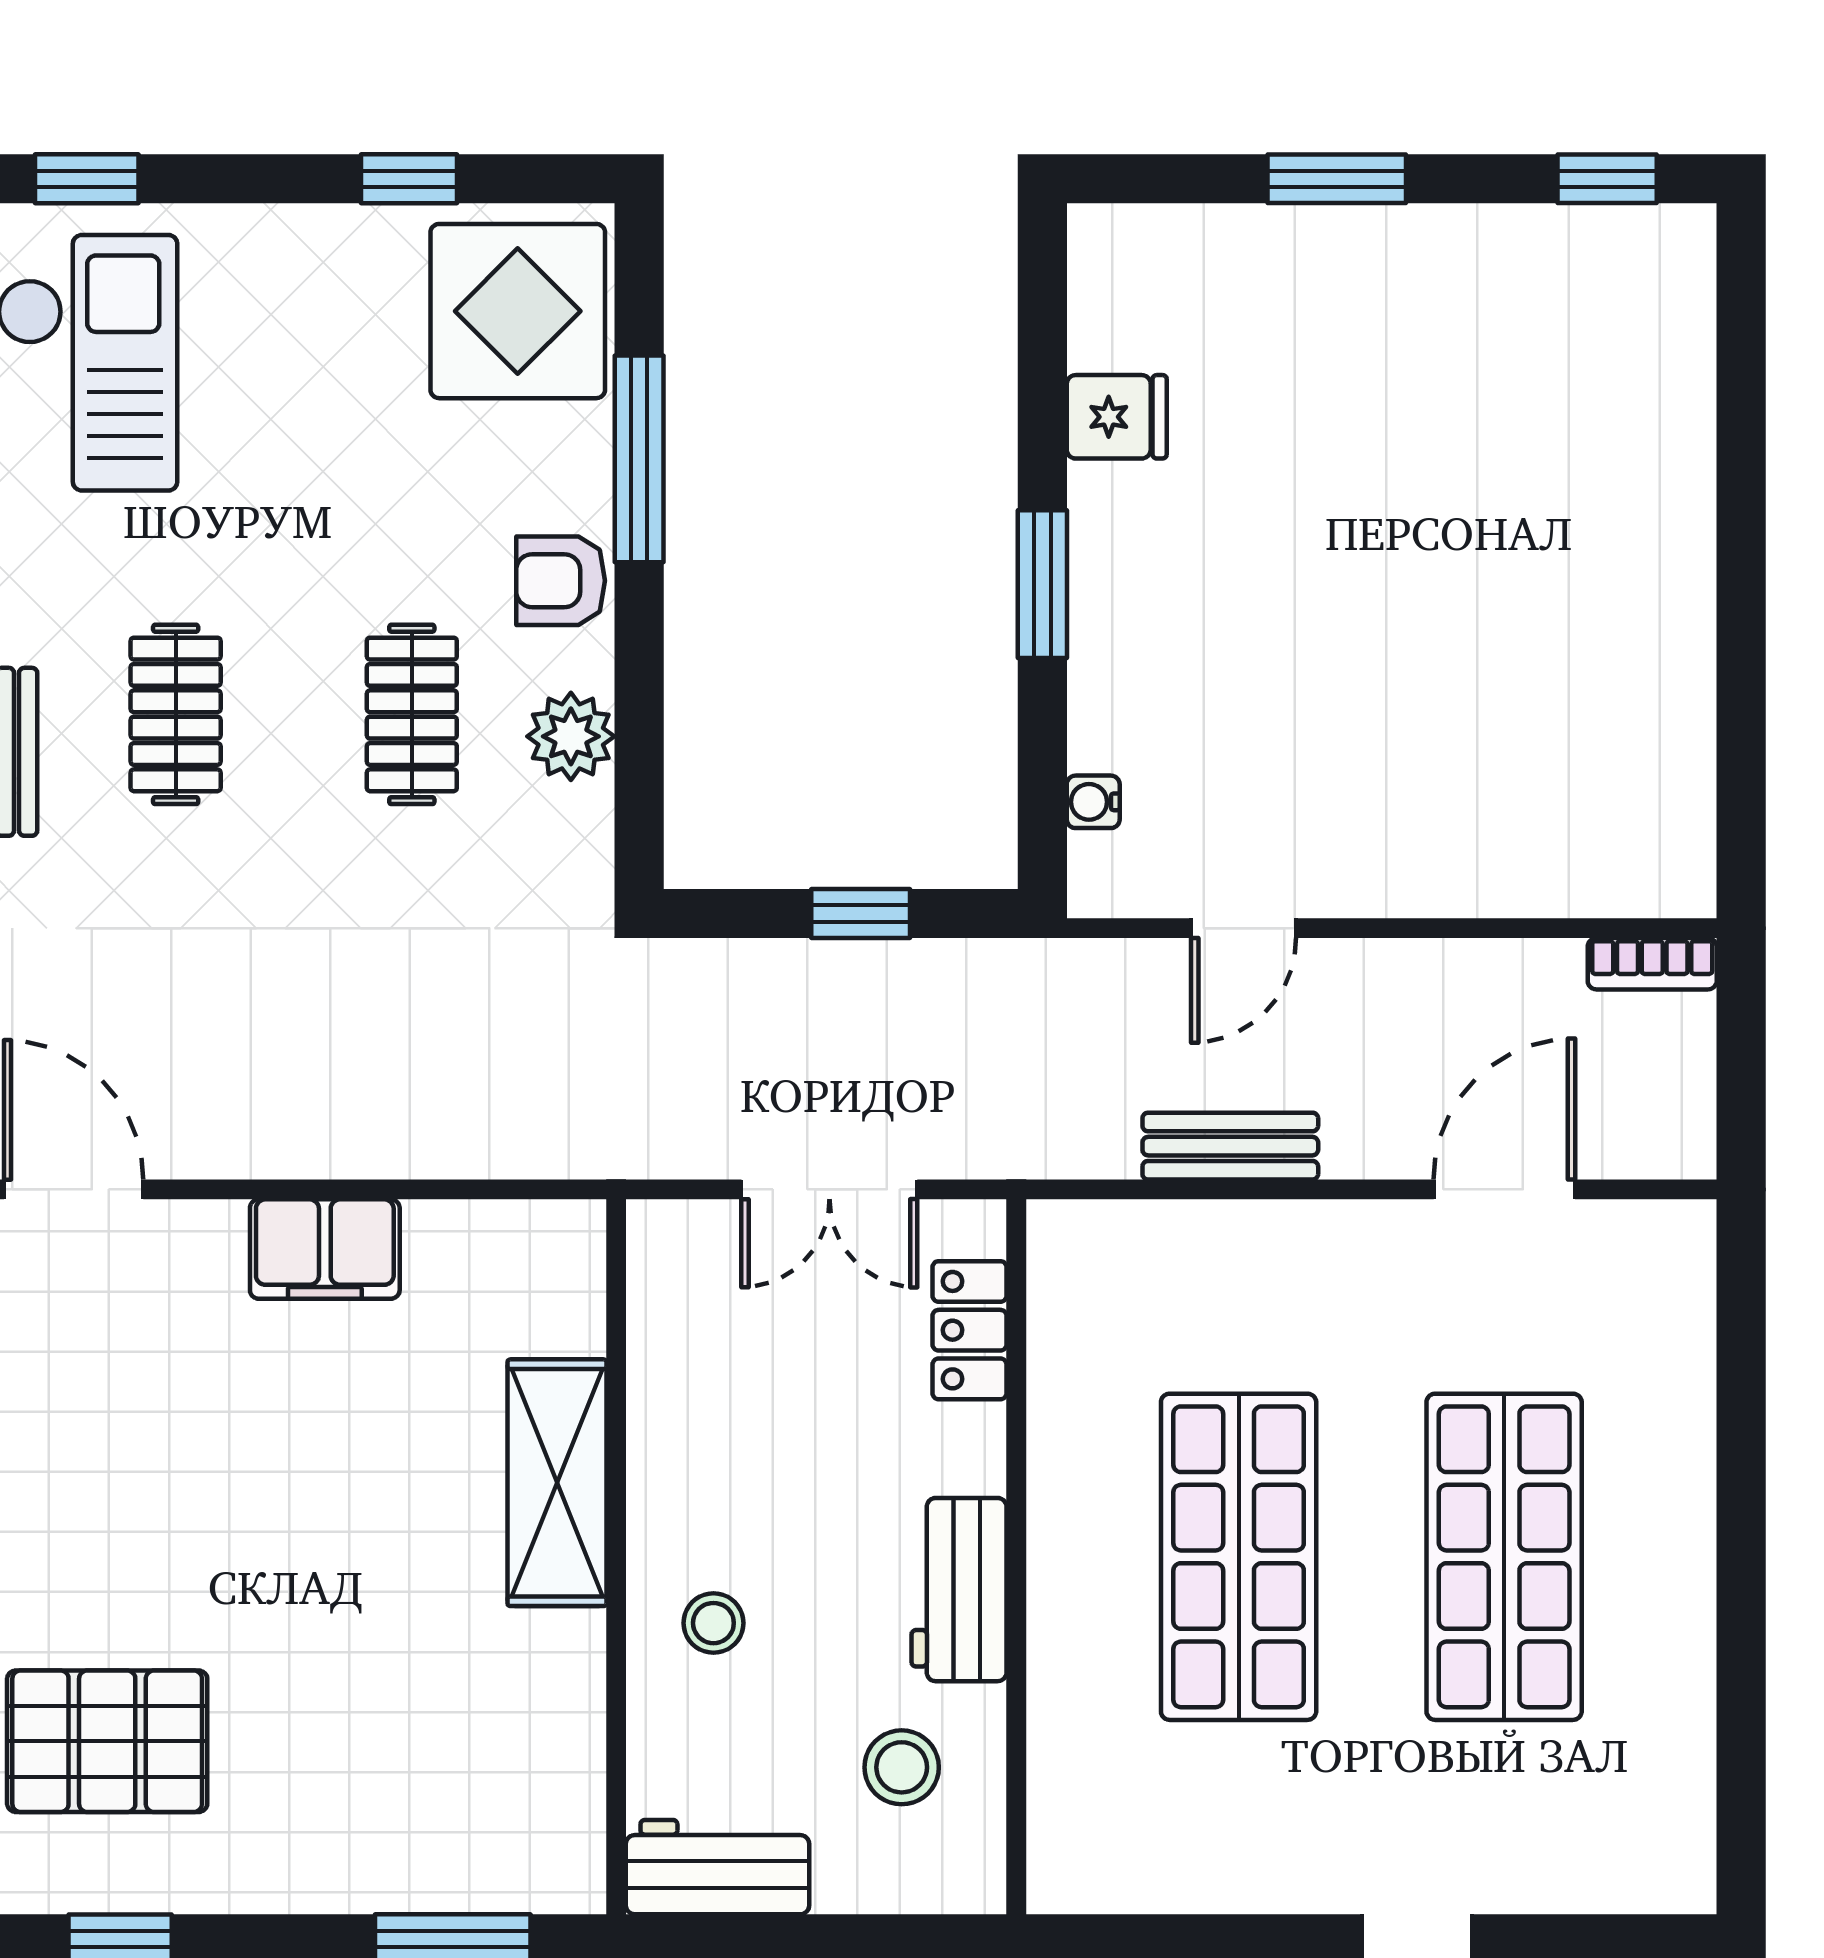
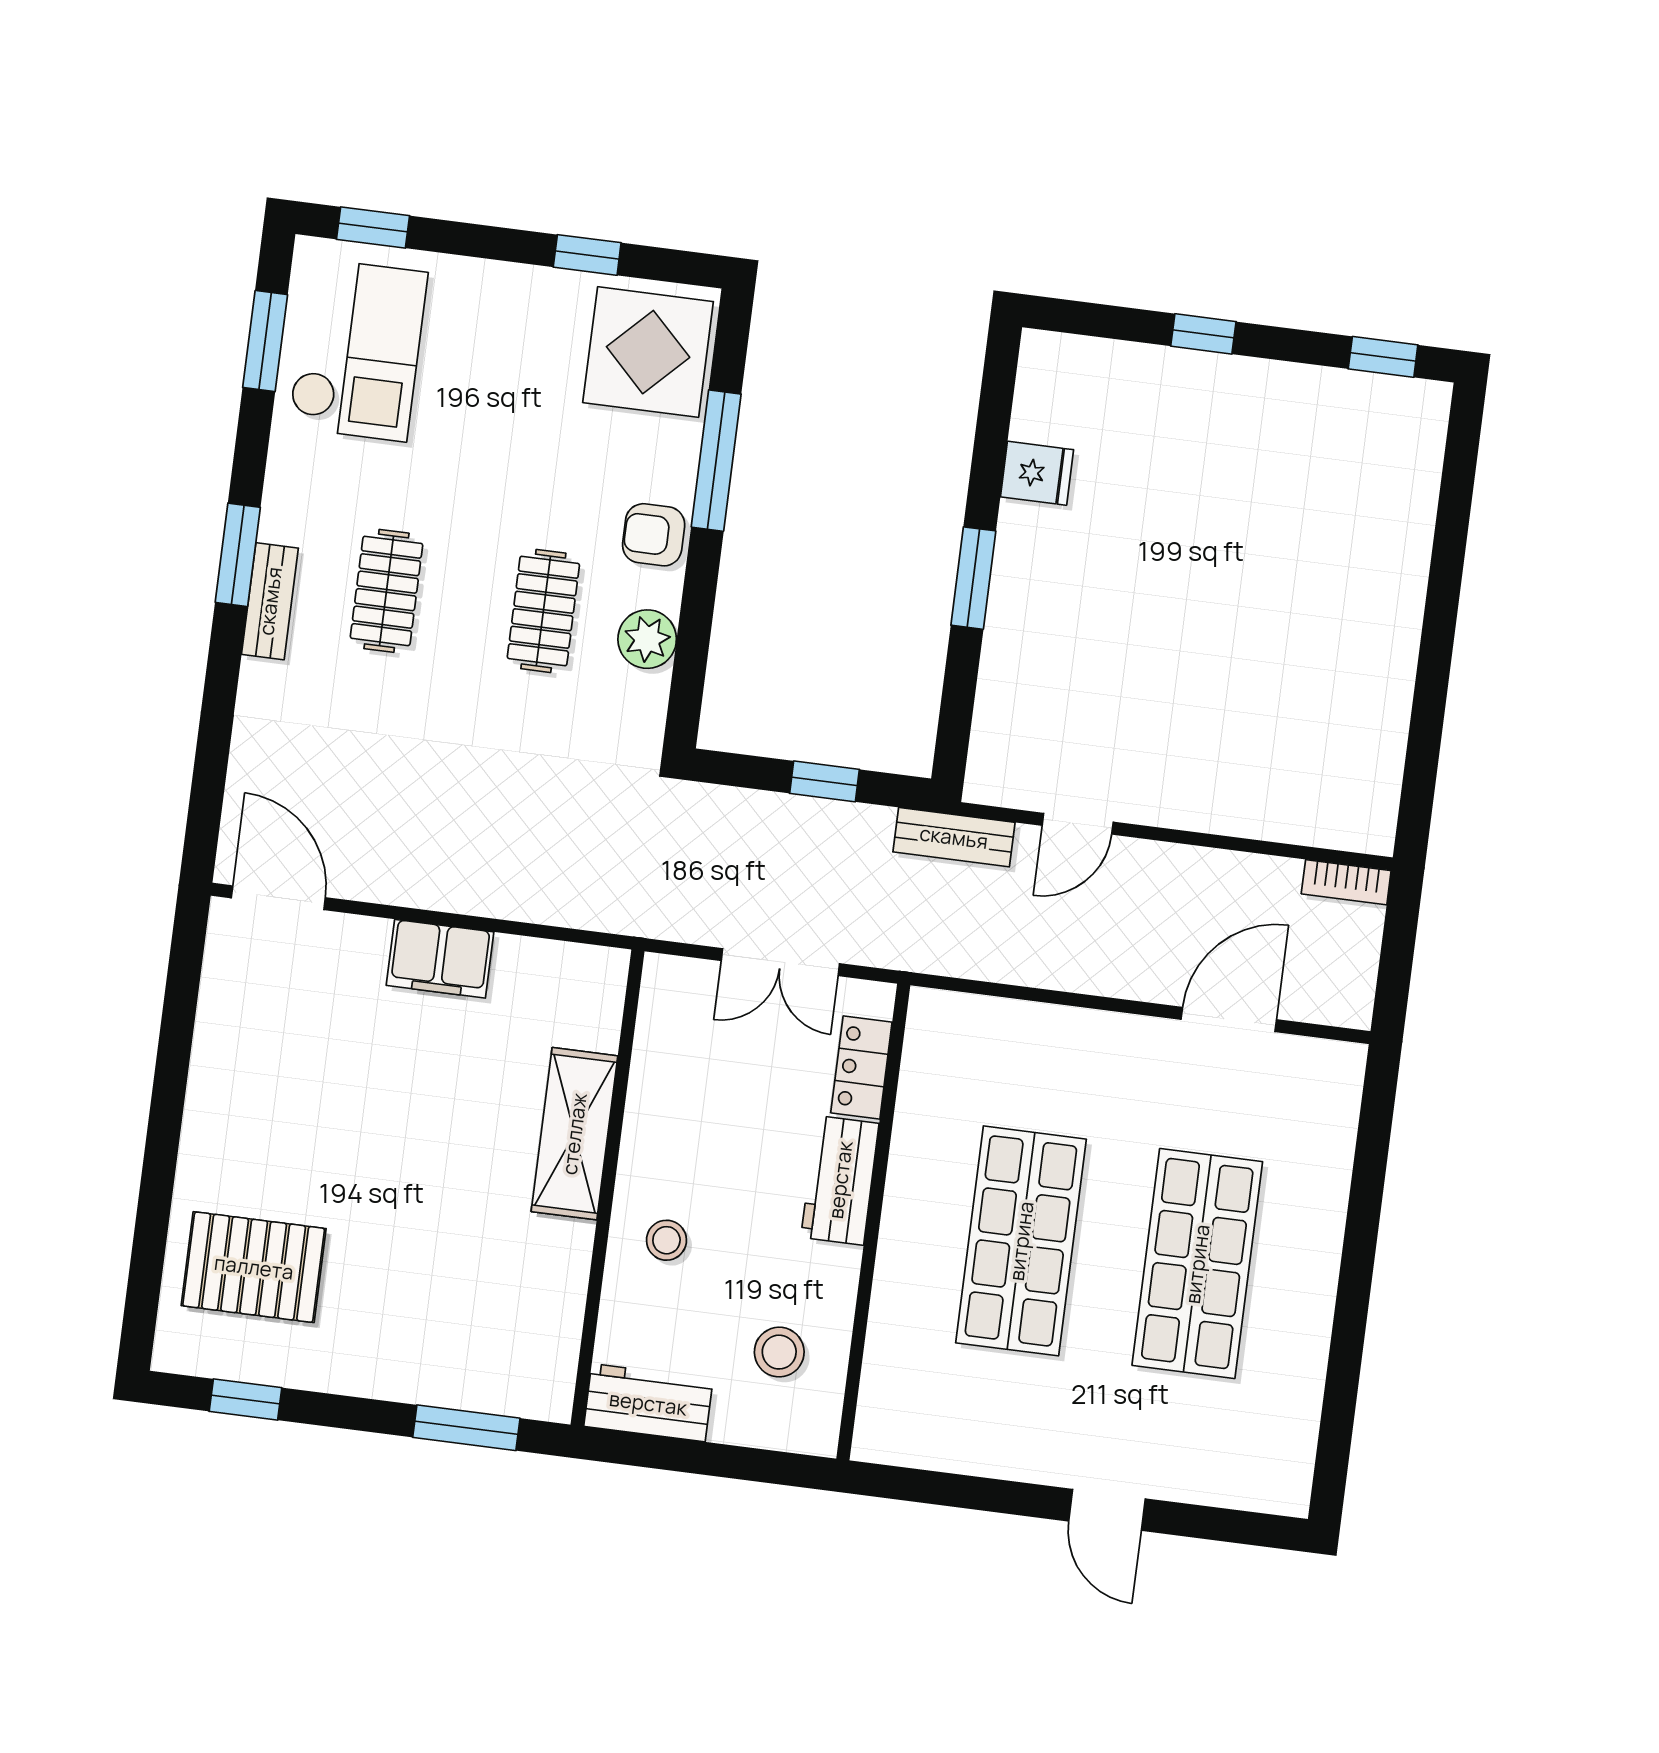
window: (1337, 179) -> (1203, 334), width x0.67
water cooler: (1093, 802) -> (989, 727), removed
bench: (1230, 1146) -> (954, 837), moved
workbench: (959, 1590) -> (840, 1180), moved

